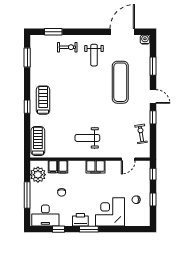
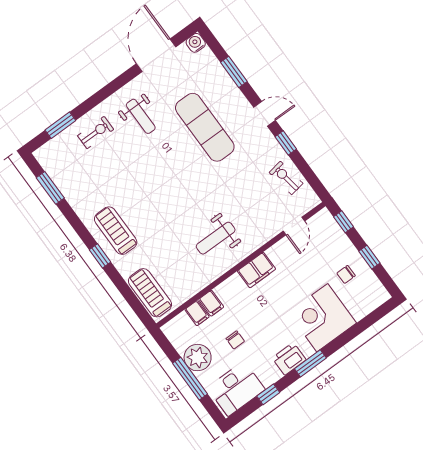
plant: (38, 175) -> (198, 358), moved

